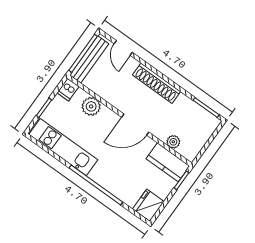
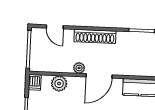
bench: (89, 59) -> (36, 51), removed
plant: (173, 142) -> (79, 68), moved

